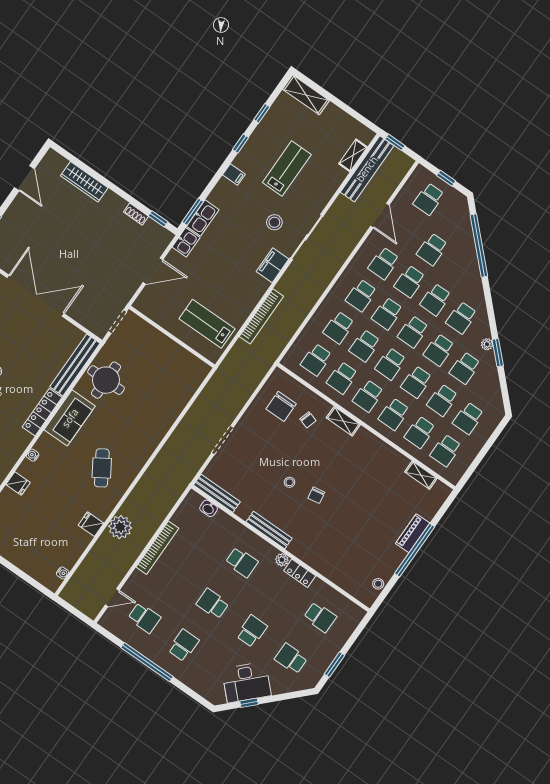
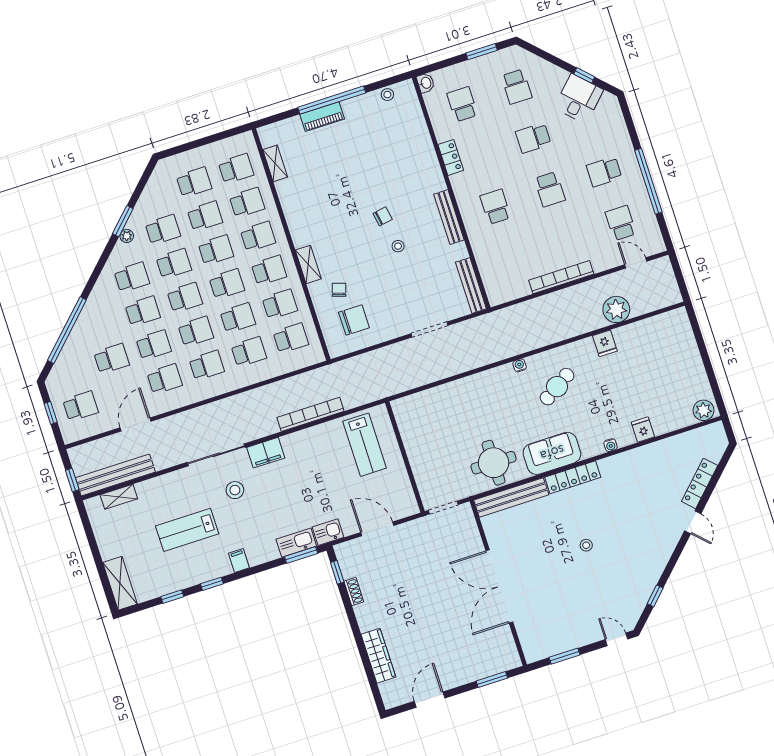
washbasin: (209, 508) -> (426, 83), moved
plant: (120, 527) -> (616, 309), moved
plant: (282, 560) -> (458, 182), removed
water cooler: (63, 573) -> (520, 365), moved
desk: (246, 682) -> (579, 99), width x0.73

